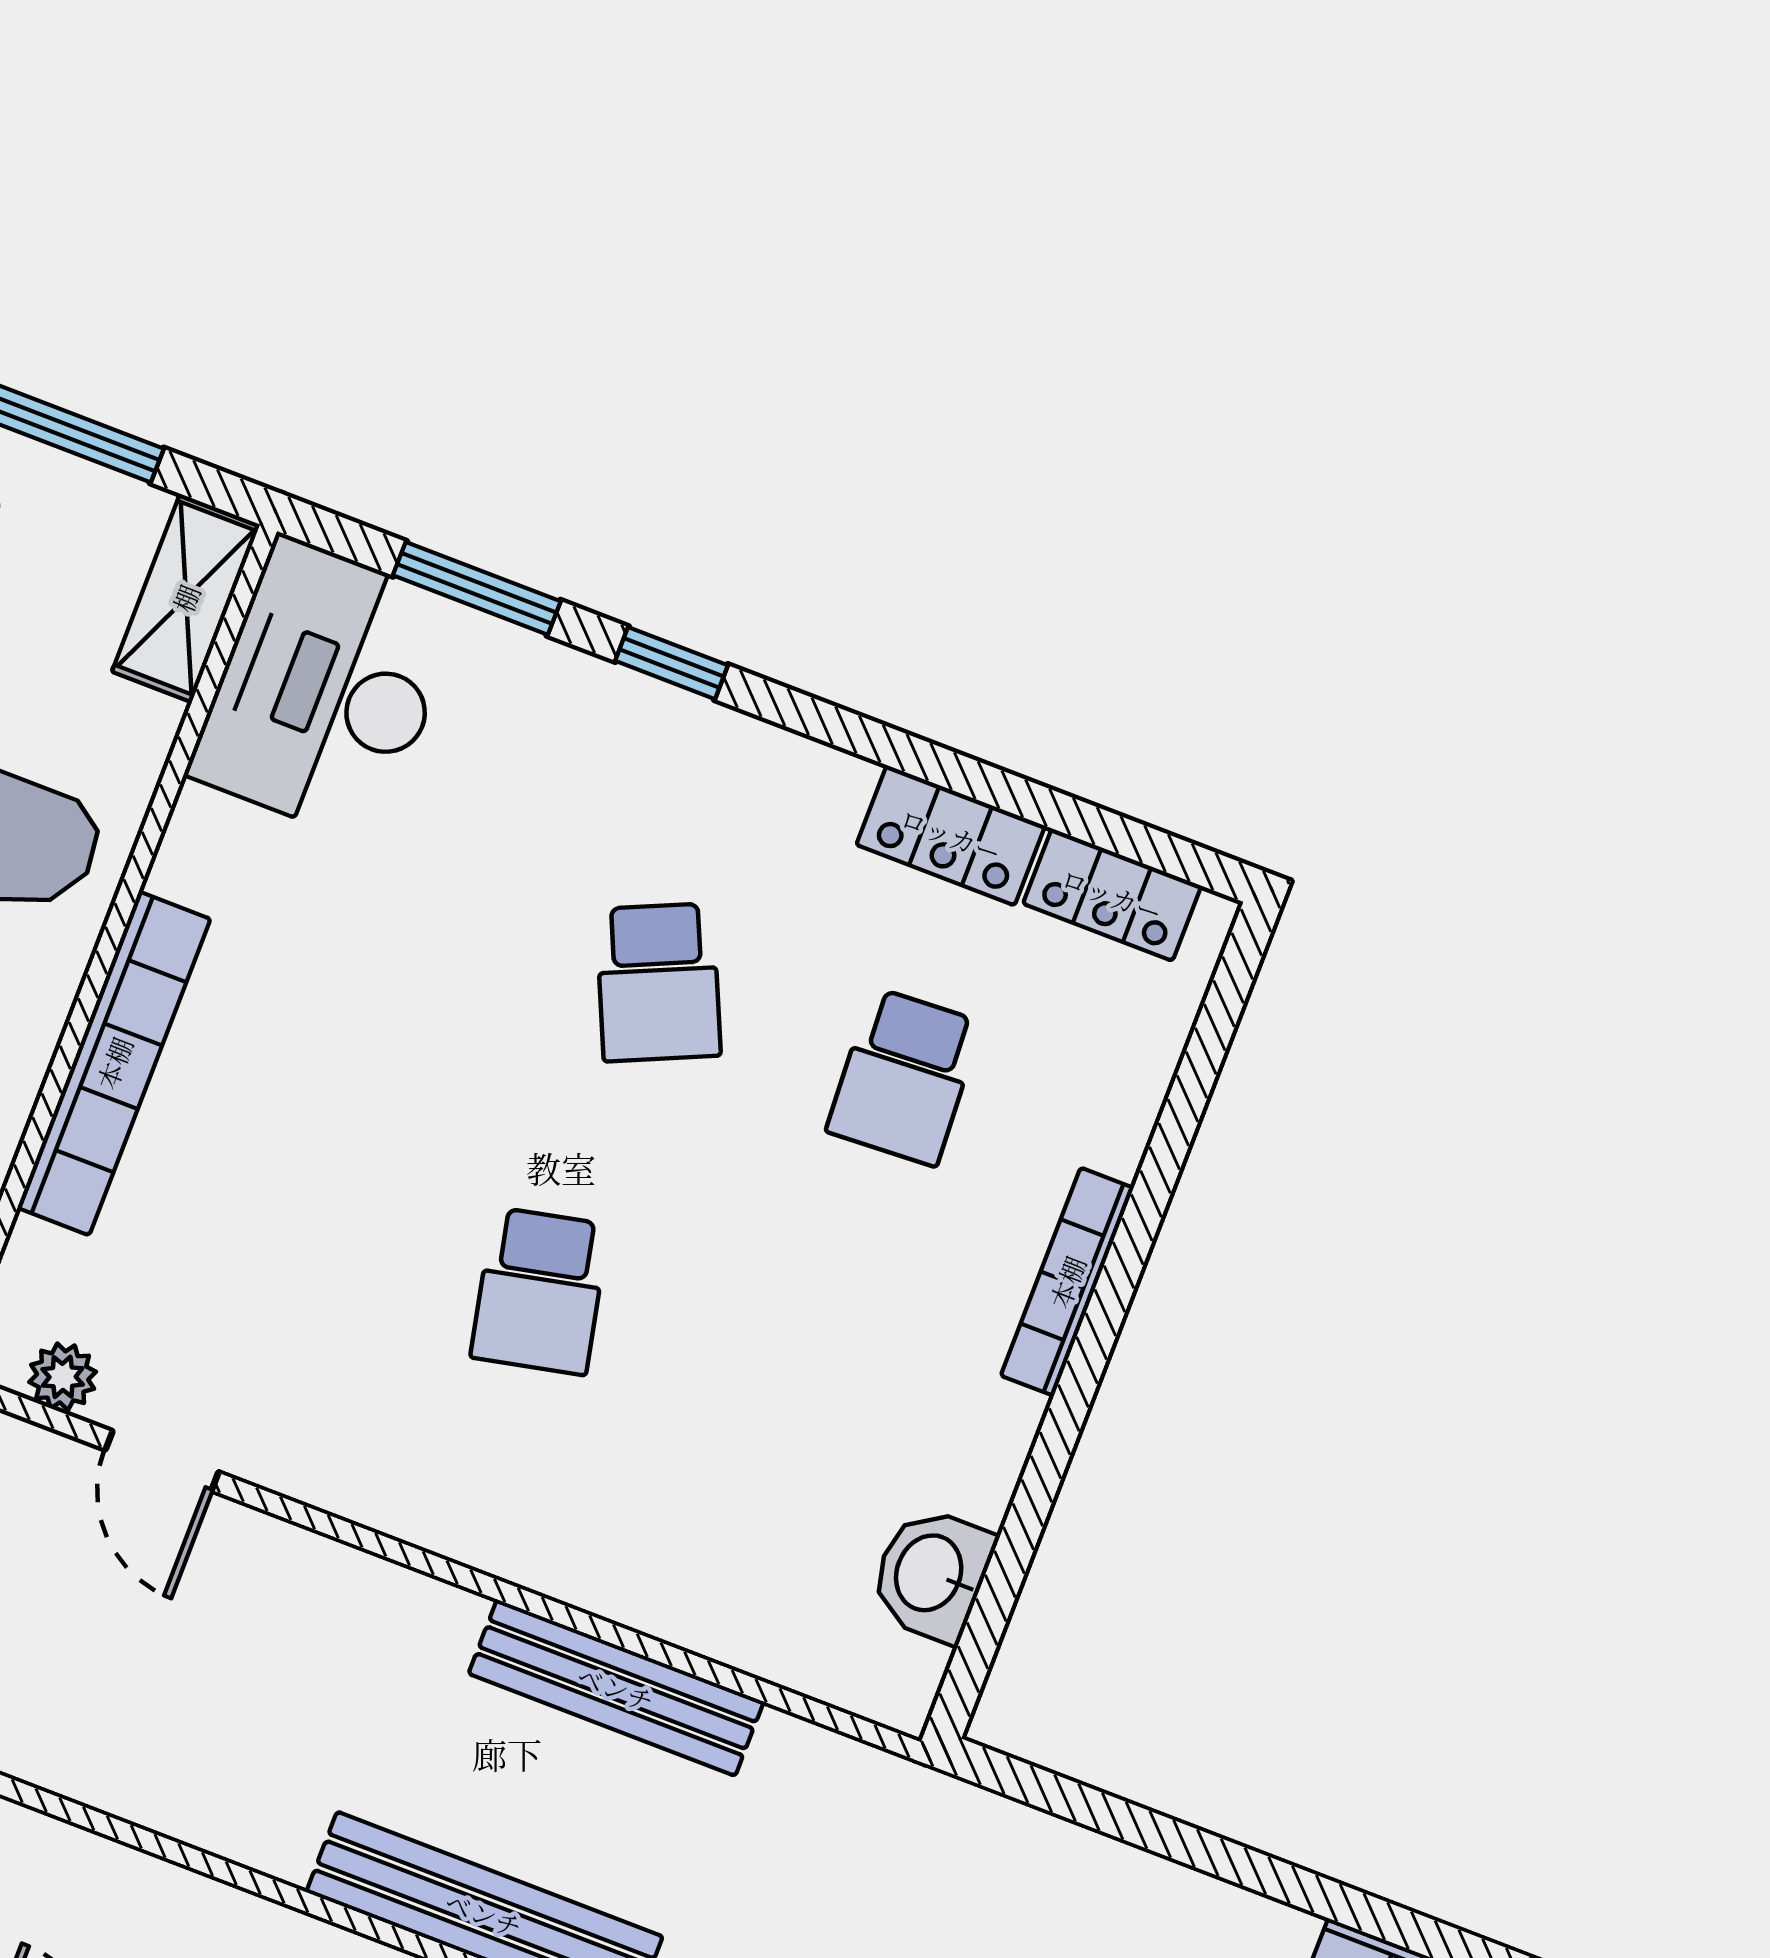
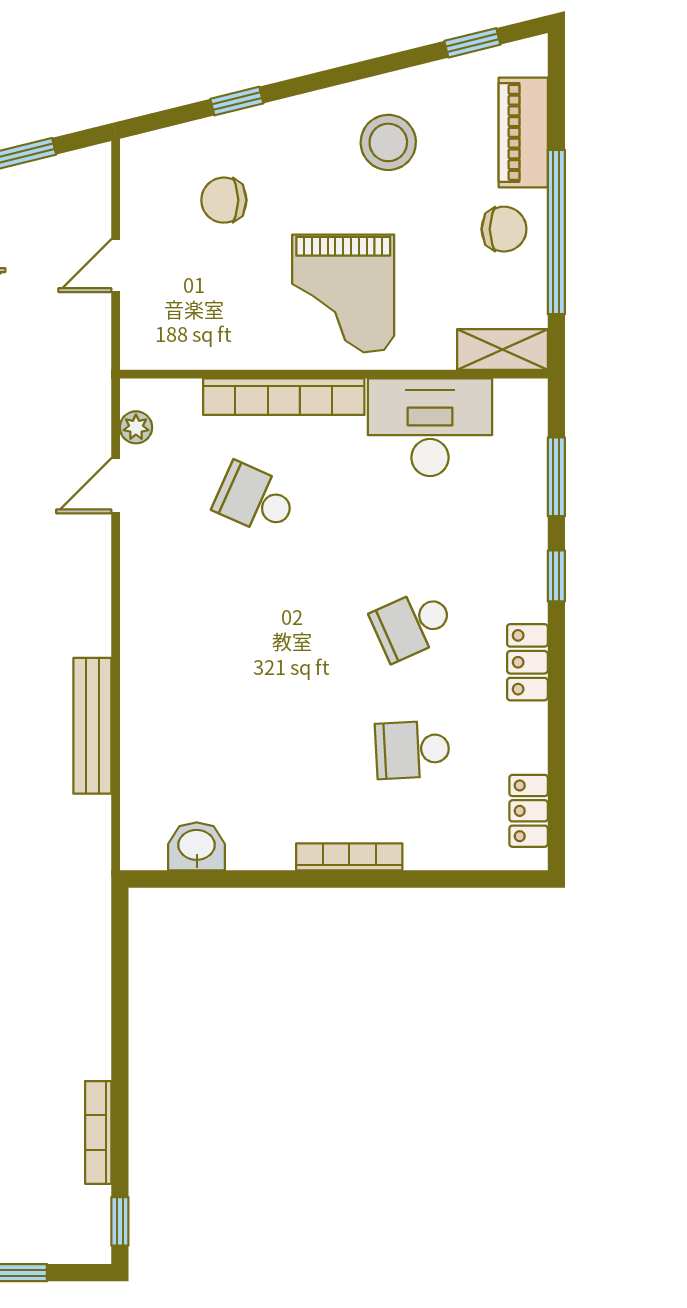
desk: (326, 690) -> (430, 427), moved
locker: (951, 835) -> (527, 662), moved
school desk: (540, 1291) -> (255, 499), moved, turned 36

